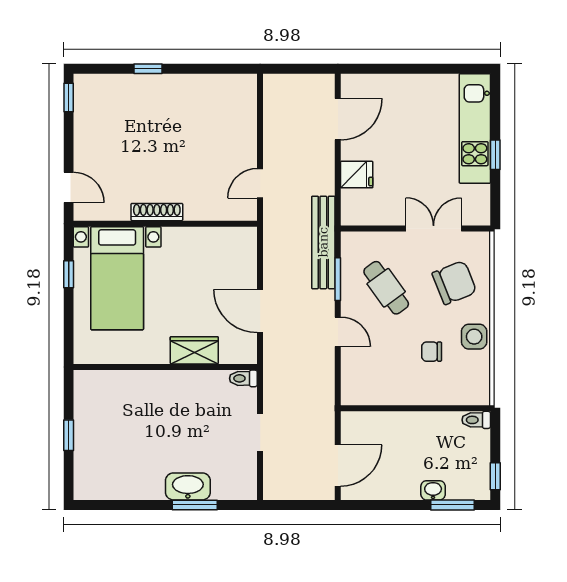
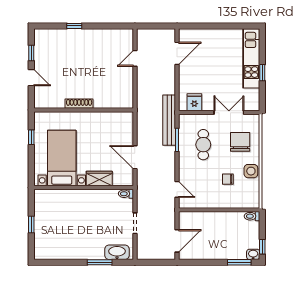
window: (69, 97) -> (31, 53), moved
fridge: (357, 175) -> (194, 102), moved, turned -90
door: (260, 183) -> (135, 58), moved
door: (69, 187) -> (31, 78), moved
bed with nightstands: (117, 278) -> (62, 158), moved, turned 180
chair: (454, 283) -> (240, 142), turned -68
cafe table: (386, 288) -> (203, 145), turned 36
door: (338, 332) -> (177, 189), moved
washbasin: (188, 486) -> (117, 252), moved
washbasin: (433, 490) -> (253, 254), moved

